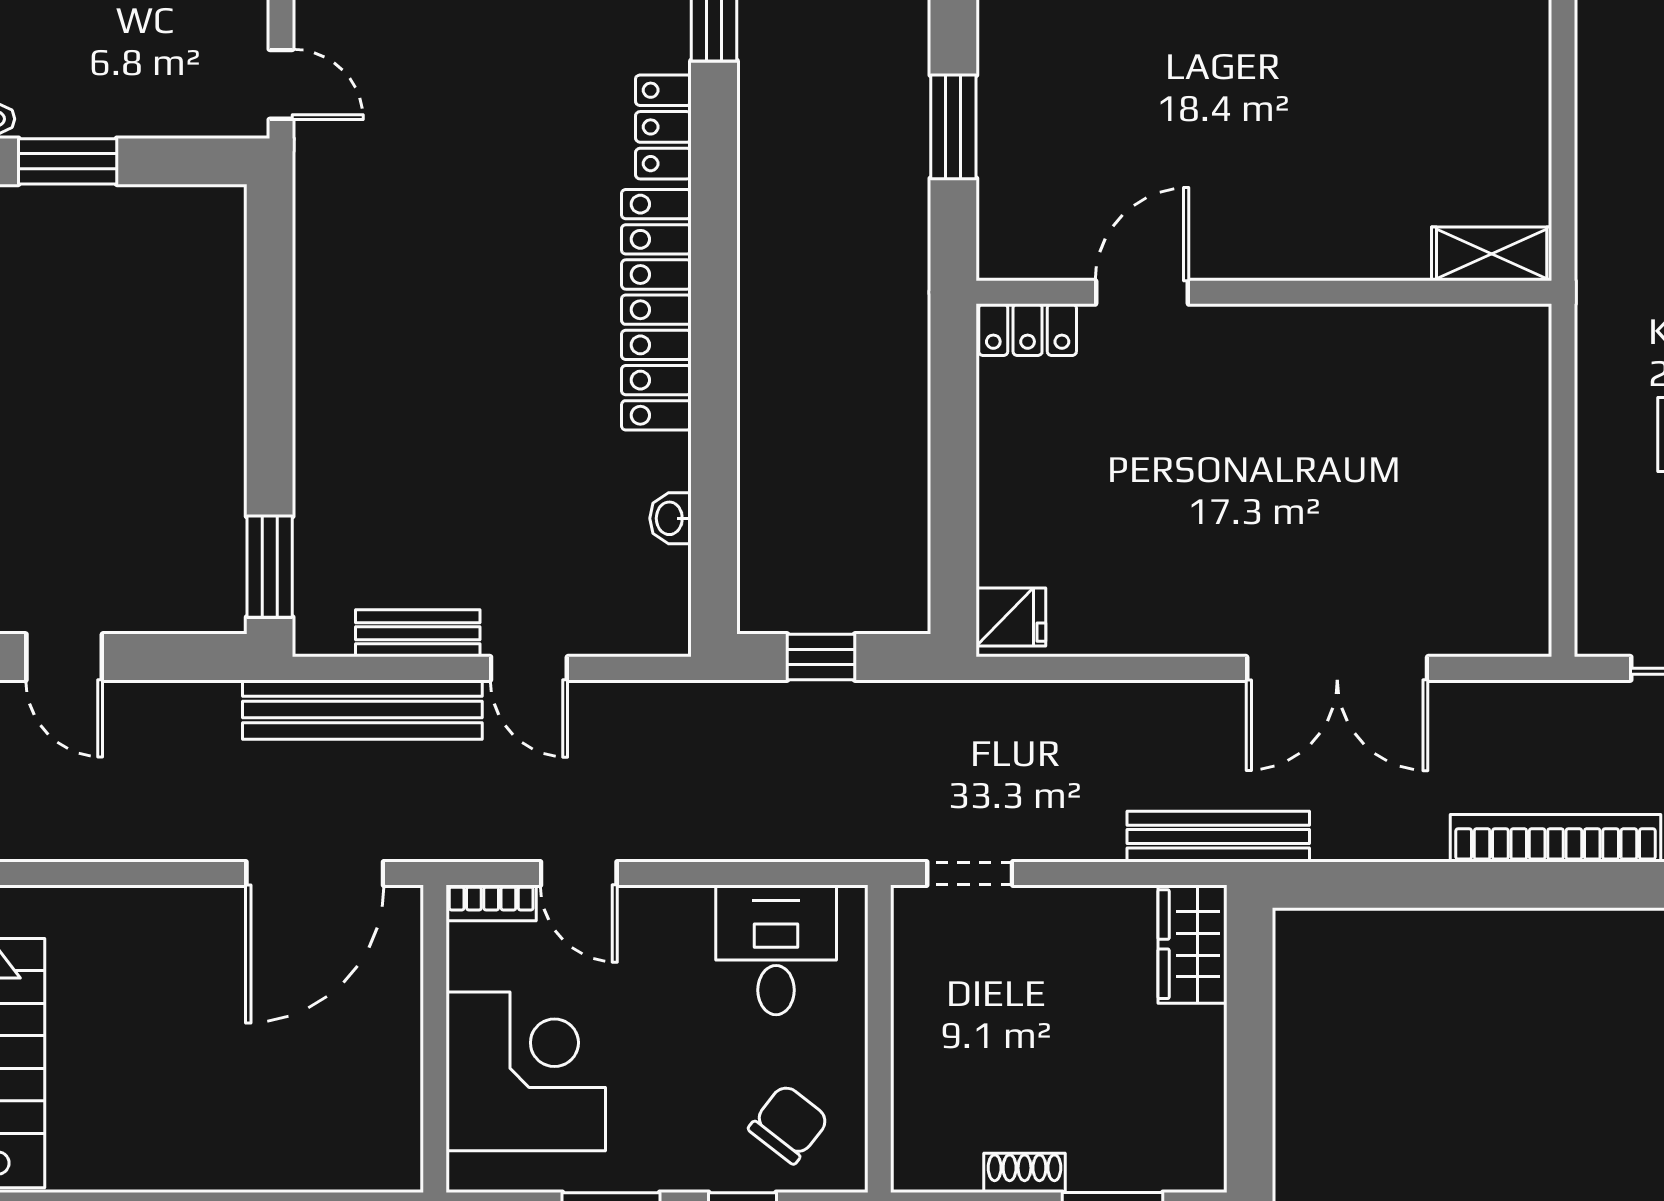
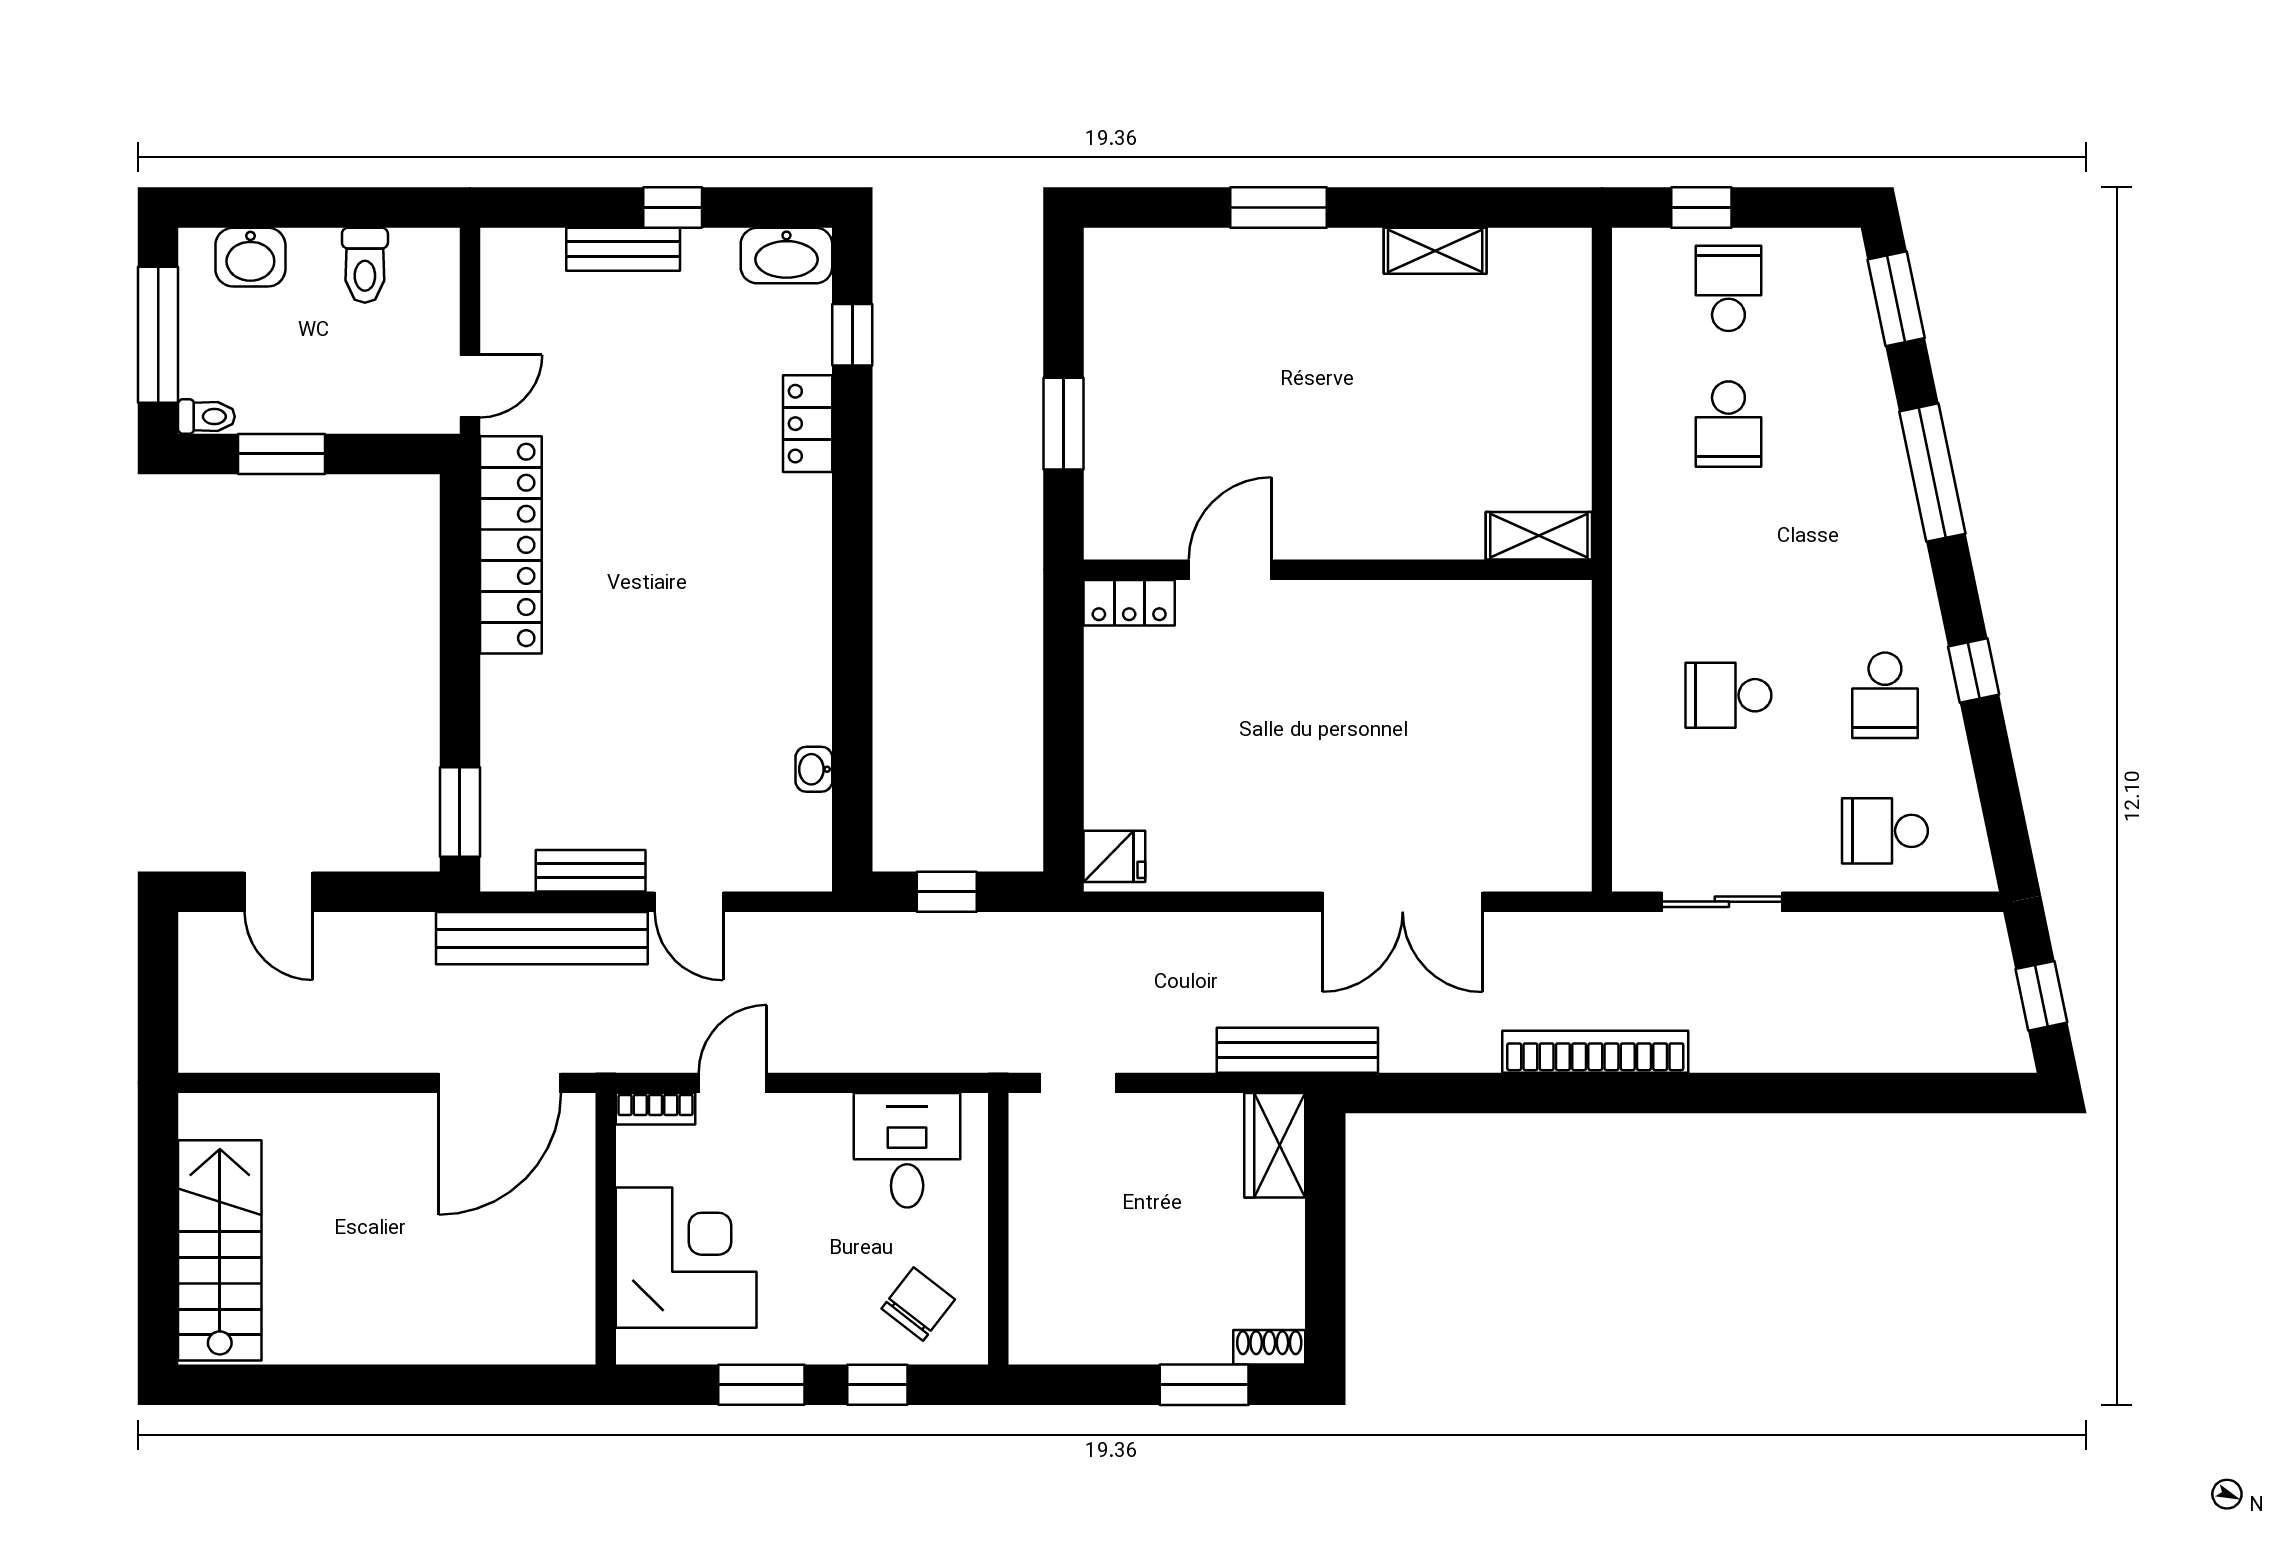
door: (281, 84) -> (470, 386), hinge flipped
locker: (656, 310) -> (511, 545), moved, turned 180
door: (579, 874) -> (733, 1083), swing flipped
shoe rack: (1025, 1173) -> (1269, 1347), moved

